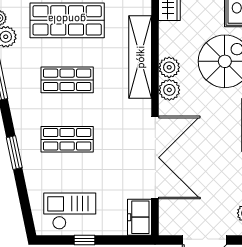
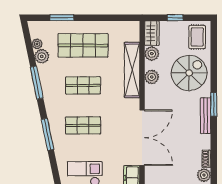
plant: (169, 90) -> (152, 54), moved
window: (14, 153) -> (47, 134), width x1.44

